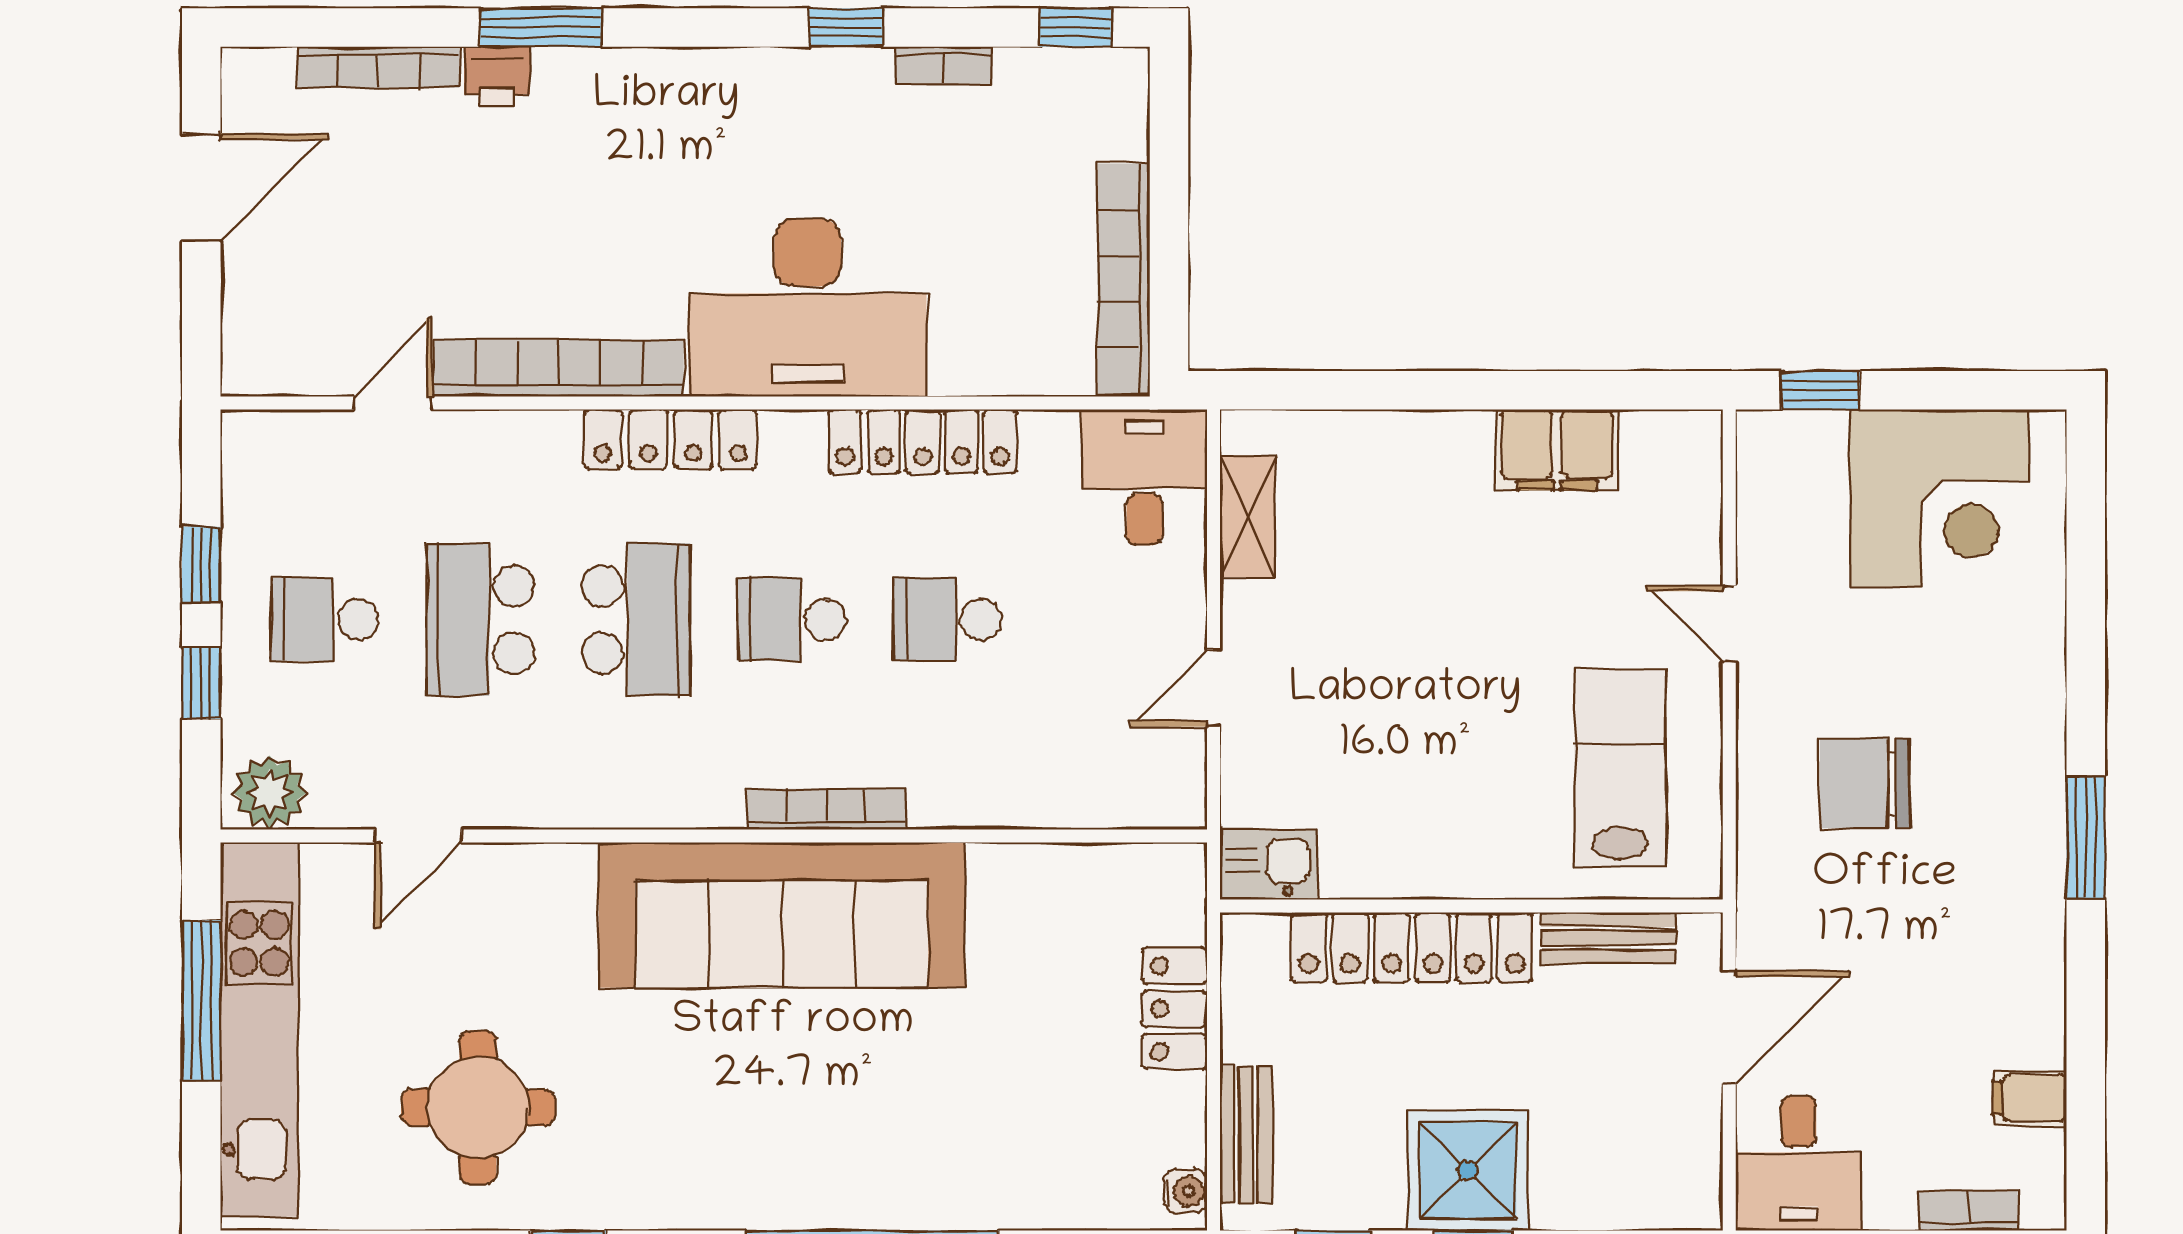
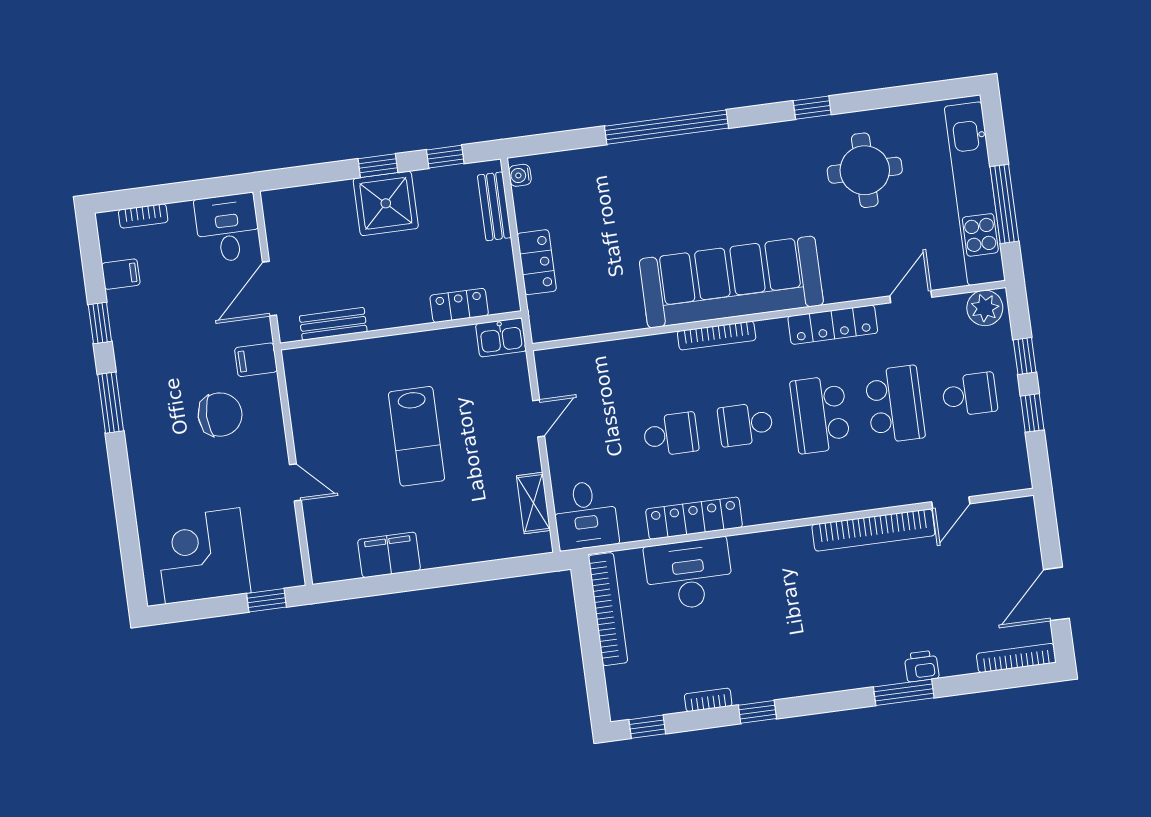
bookcase: (378, 67) -> (1016, 658), moved
desk: (808, 308) -> (689, 574), moved, width x0.73, depth x0.77
locker: (671, 439) -> (833, 325), moved, turned 180
school desk: (792, 620) -> (745, 424), turned 180
lab bench: (1620, 768) -> (416, 436), moved
filing cabinet: (1776, 886) -> (256, 360), added
locker: (1412, 947) -> (459, 305), width x0.46, depth x0.83
window: (2086, 1004) -> (100, 323), added

